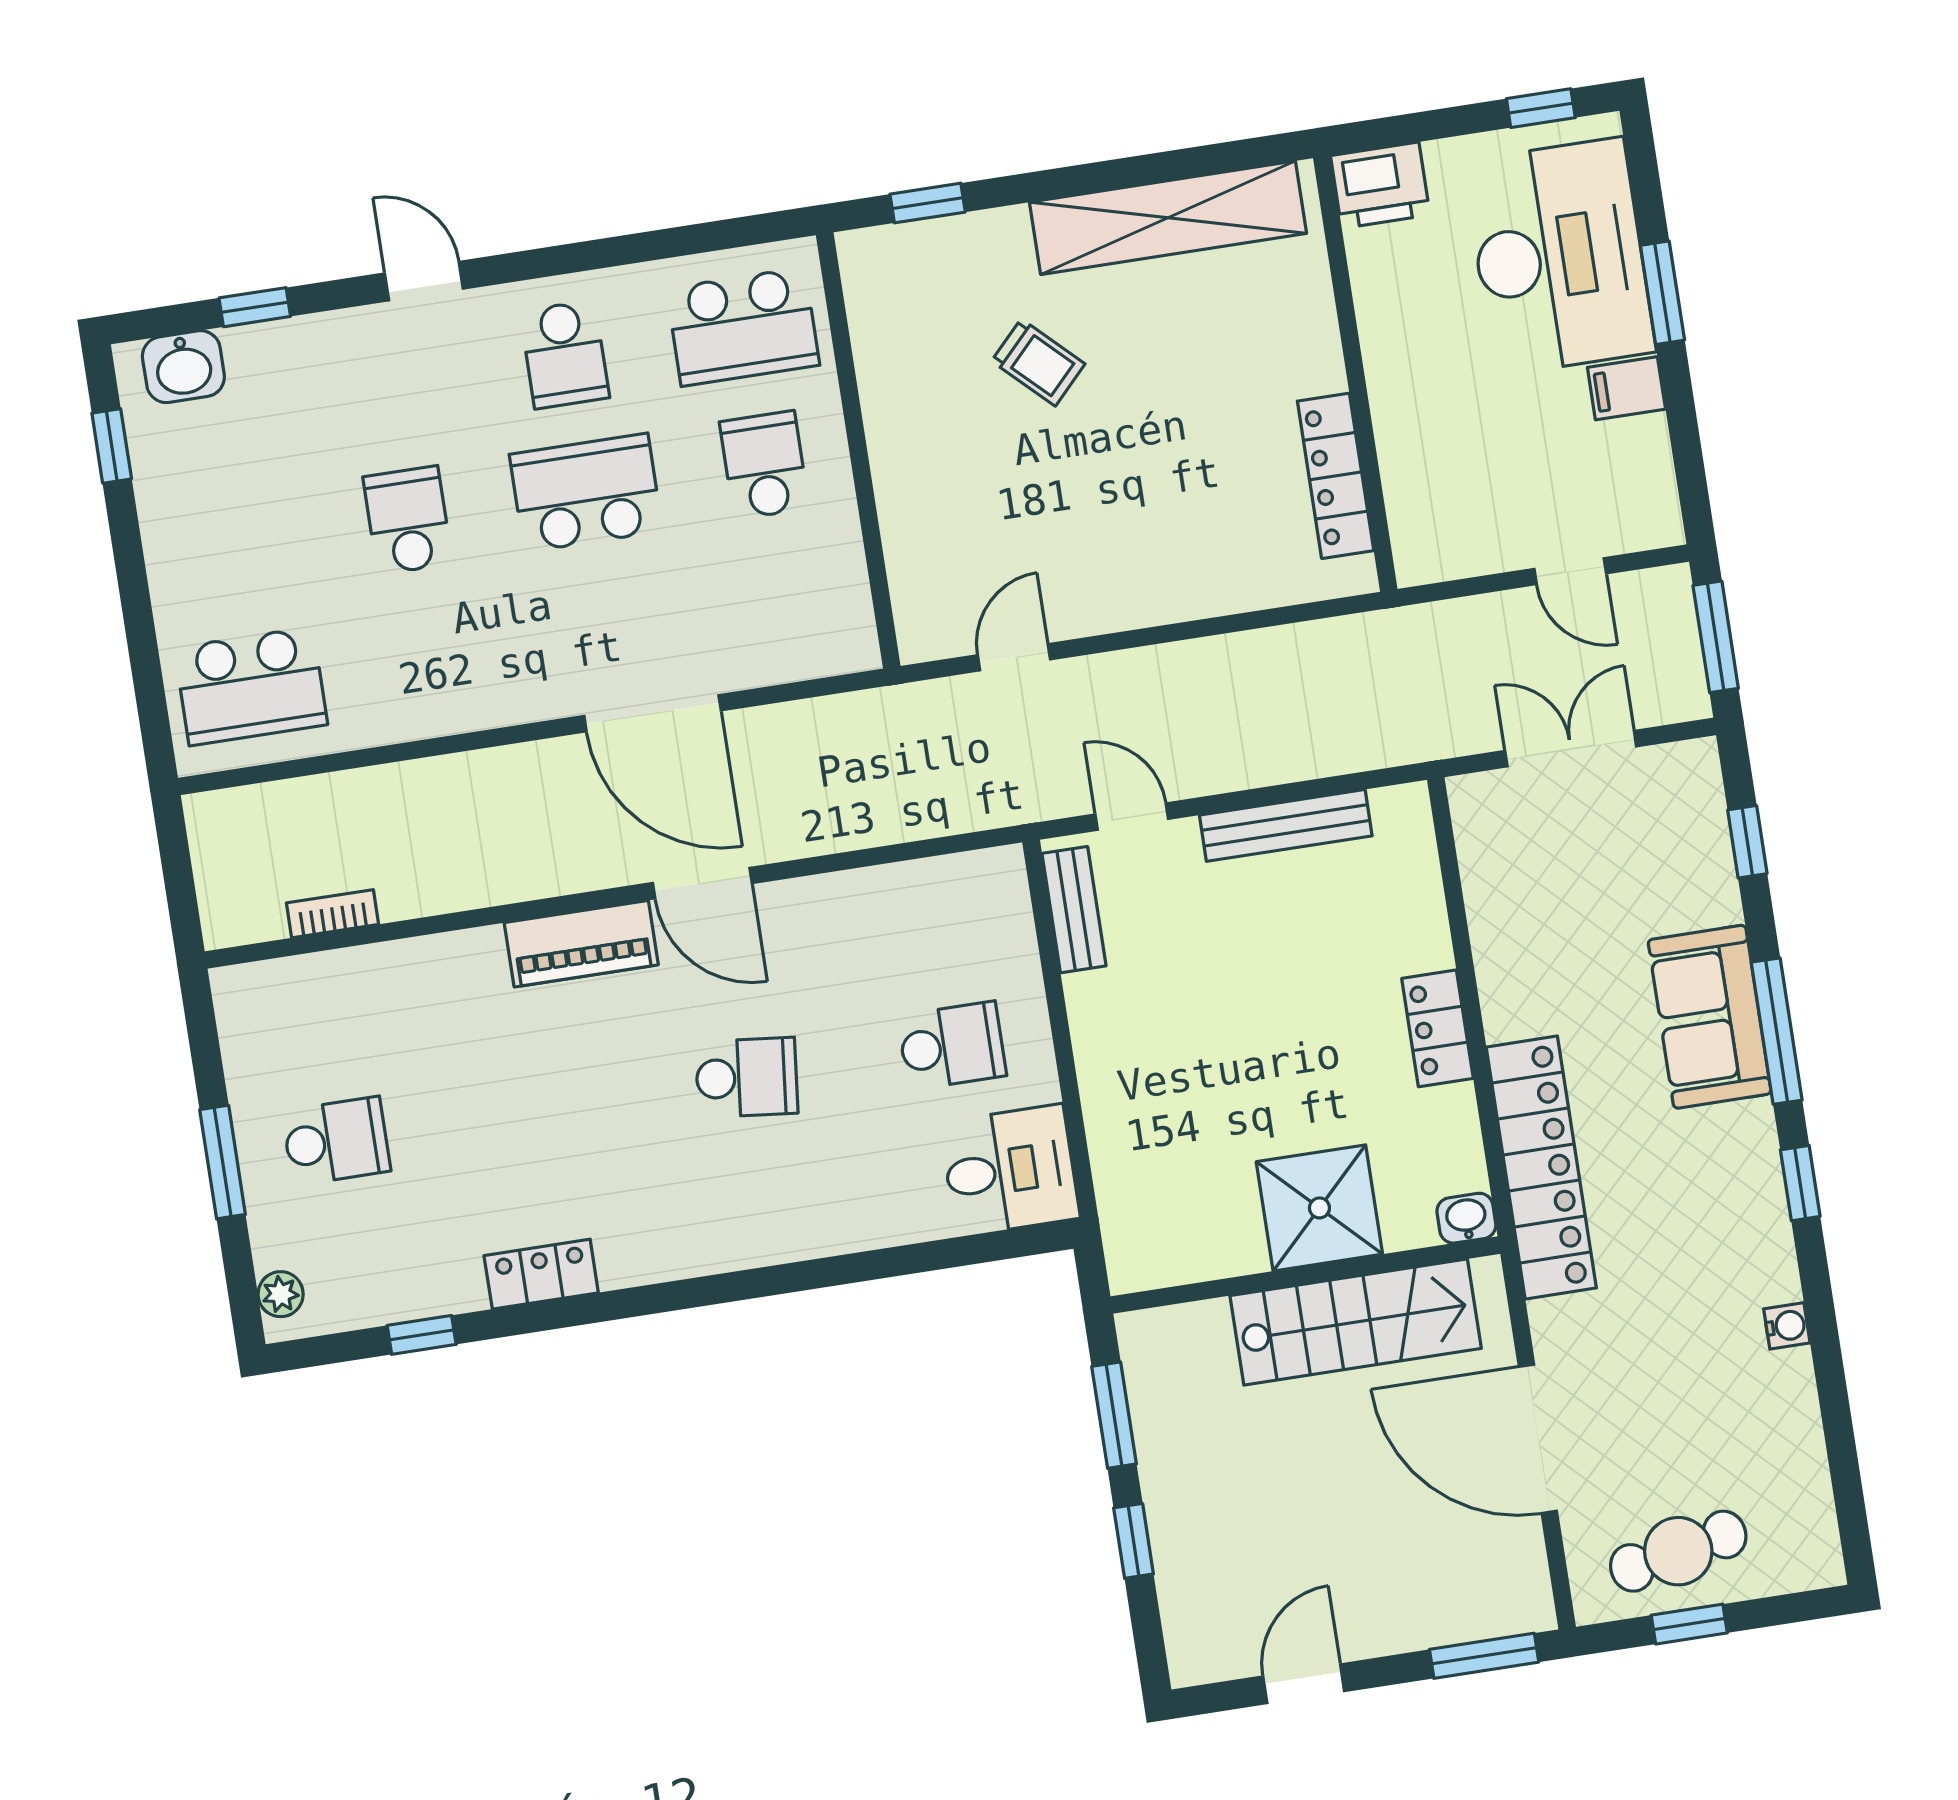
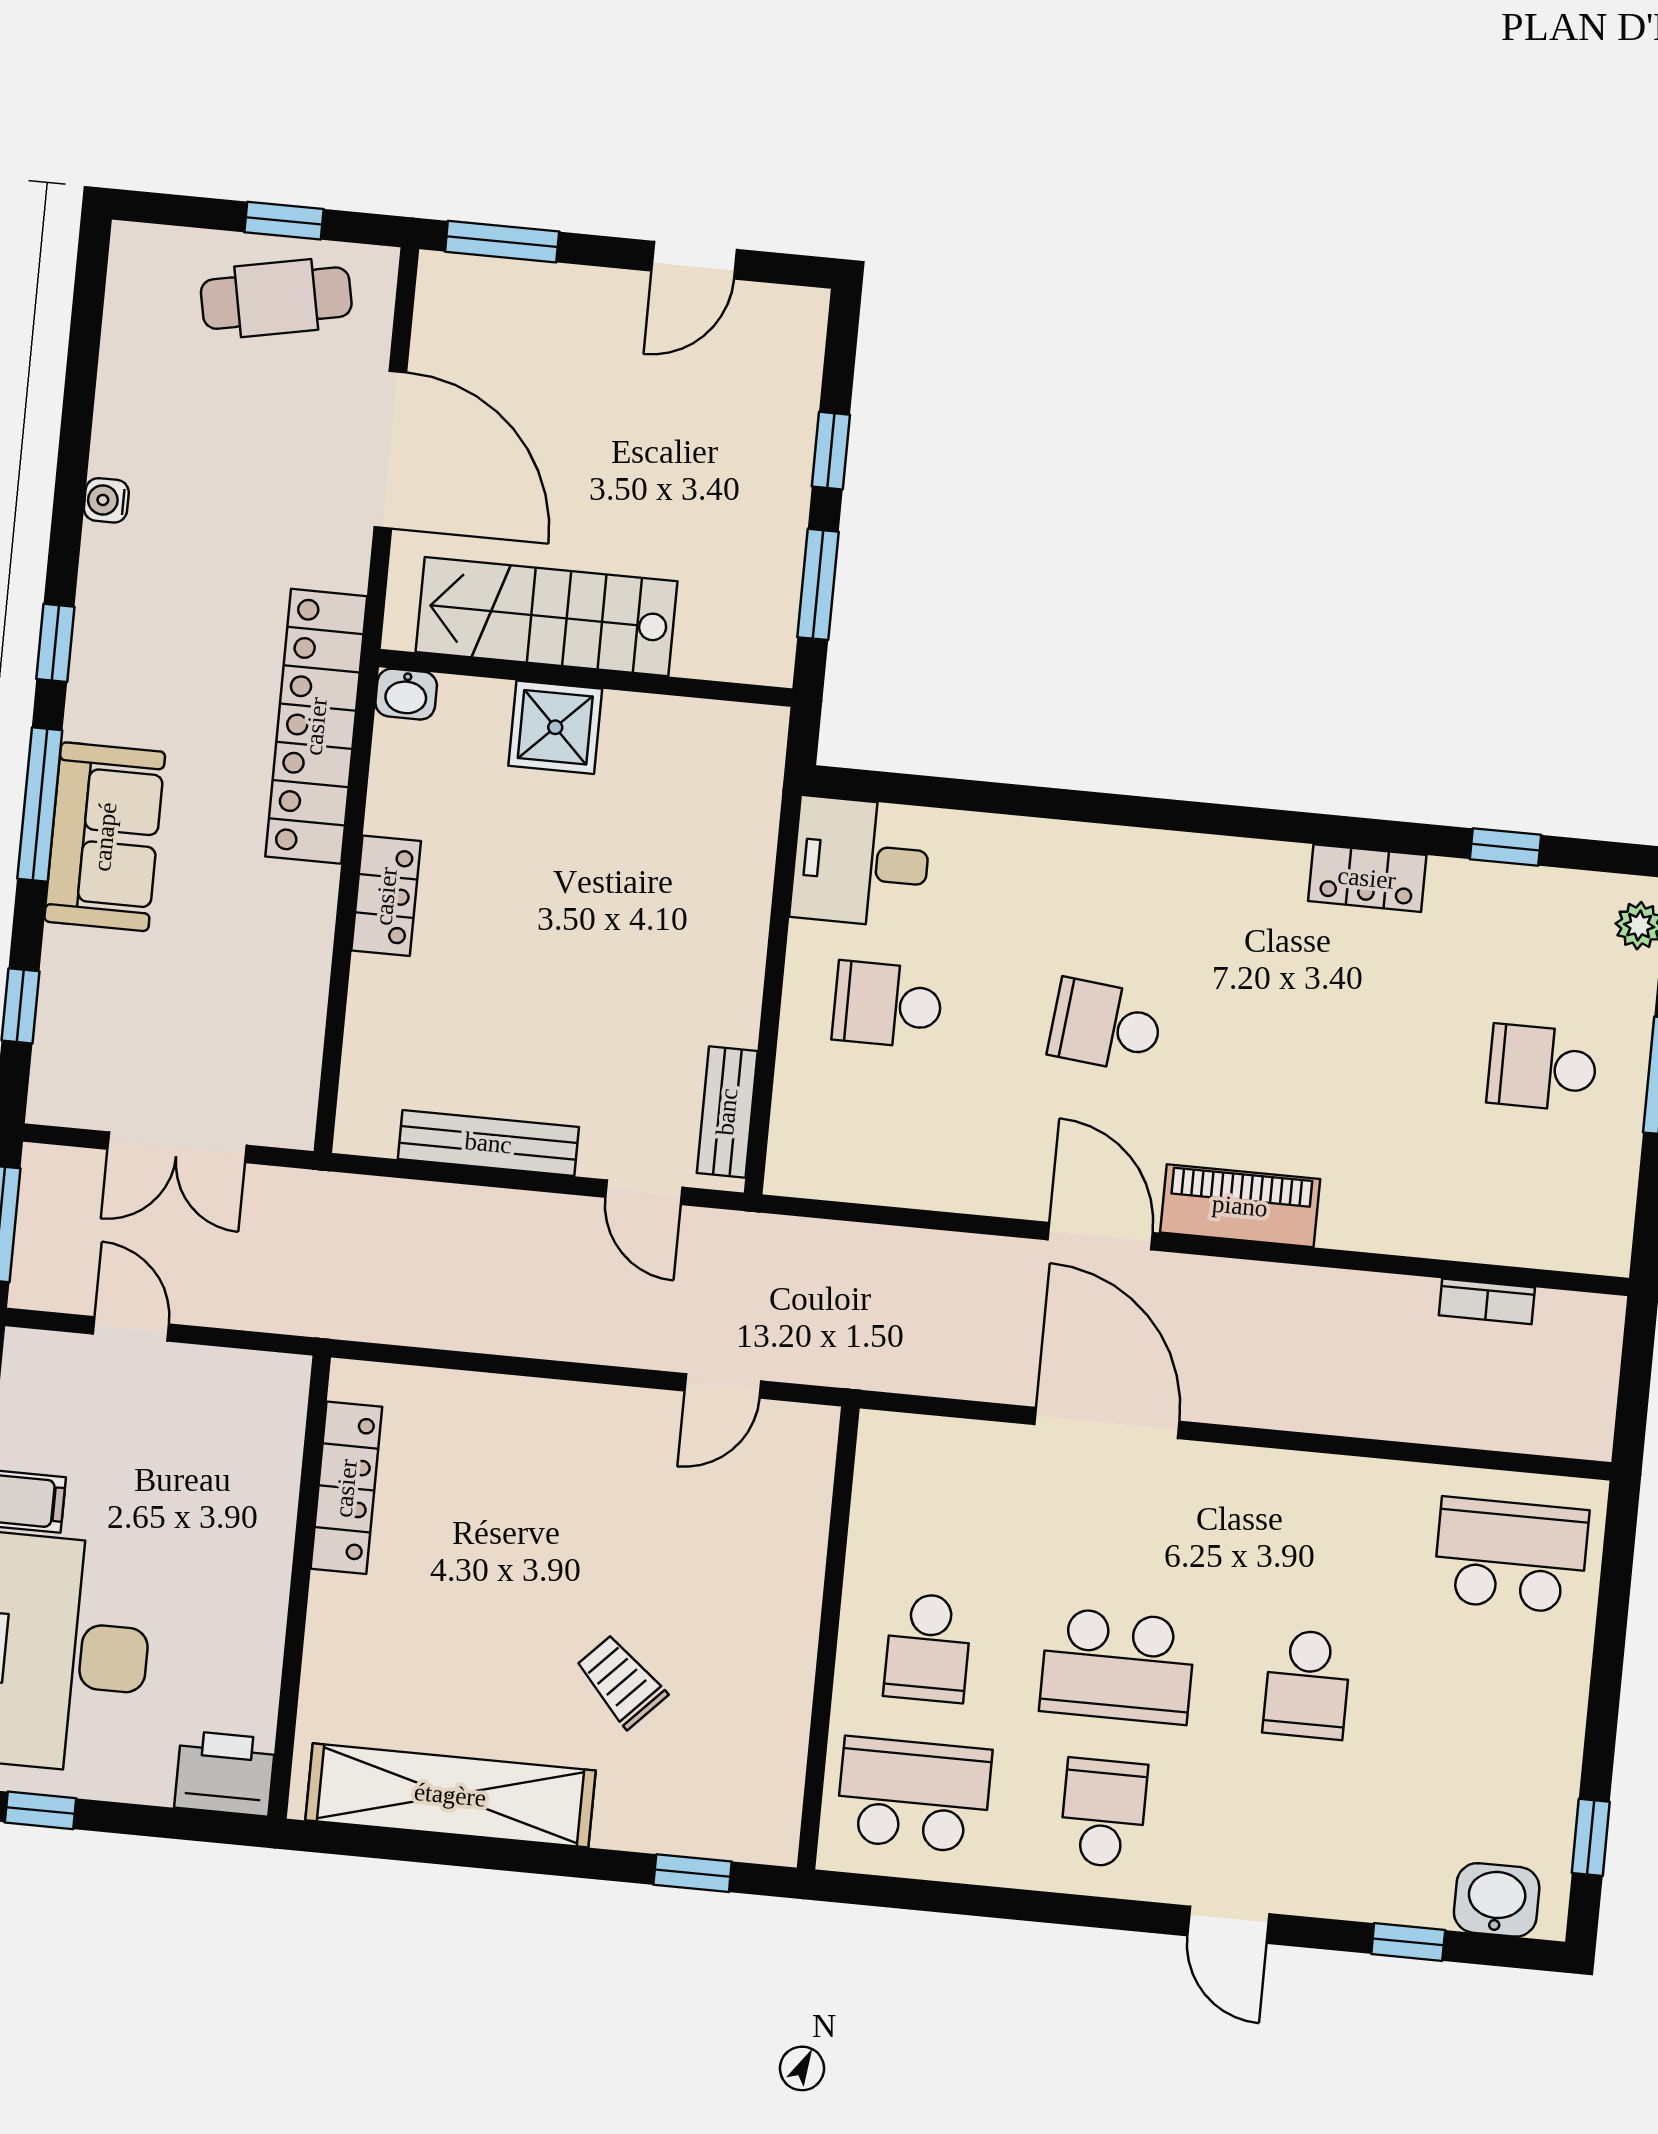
shower: (1319, 1208) -> (555, 727), width x0.73, depth x0.73

